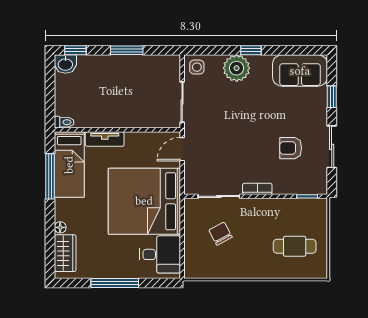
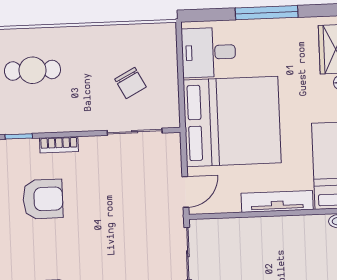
tv unit: (105, 139) -> (277, 201), width x1.41
armchair: (291, 148) -> (43, 199), width x1.38, depth x1.38
bookcase: (257, 189) -> (59, 145), moved

